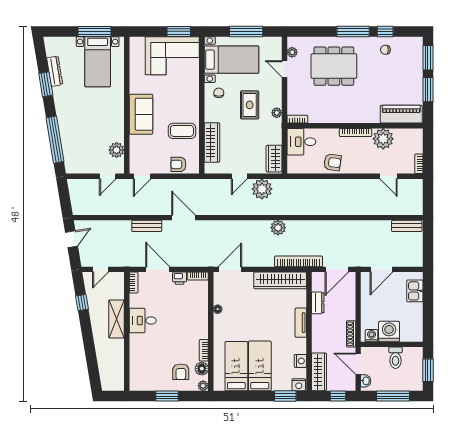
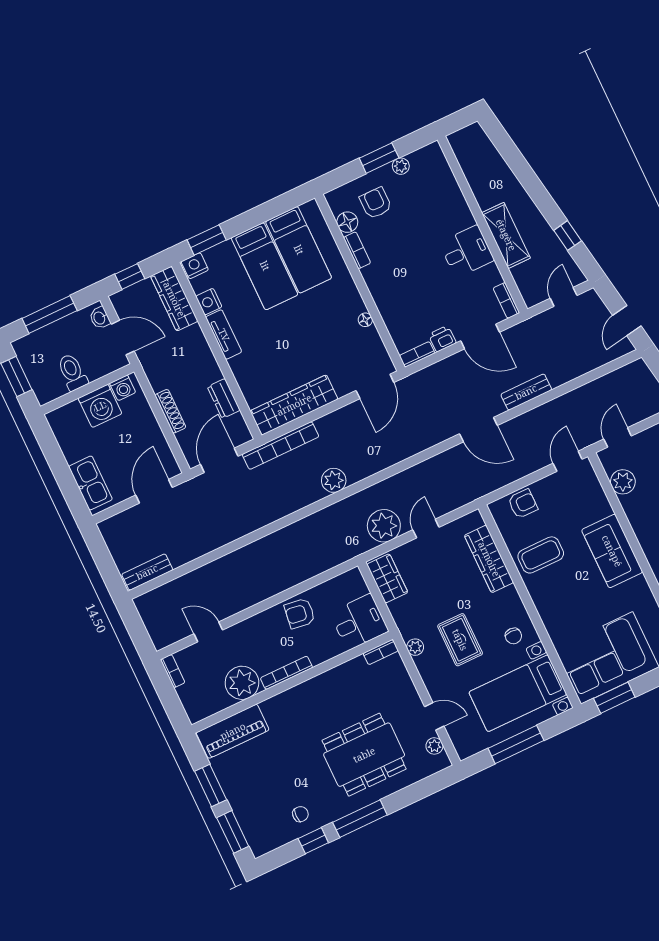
kitchen sink: (415, 291) -> (91, 483), width x1.38
tv unit: (301, 323) -> (224, 335), moved
shoe rack: (351, 334) -> (170, 411), moved
plant: (203, 386) -> (401, 166), moved

